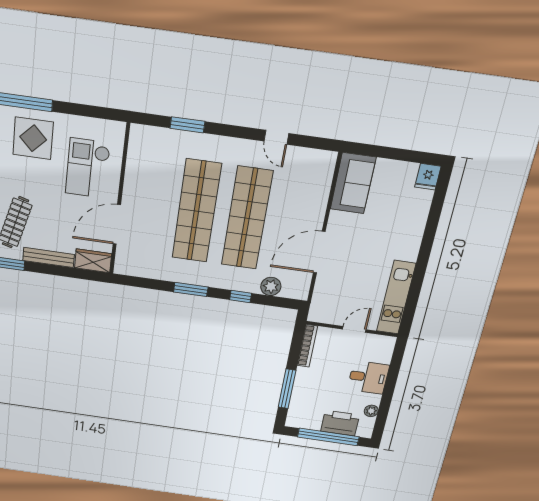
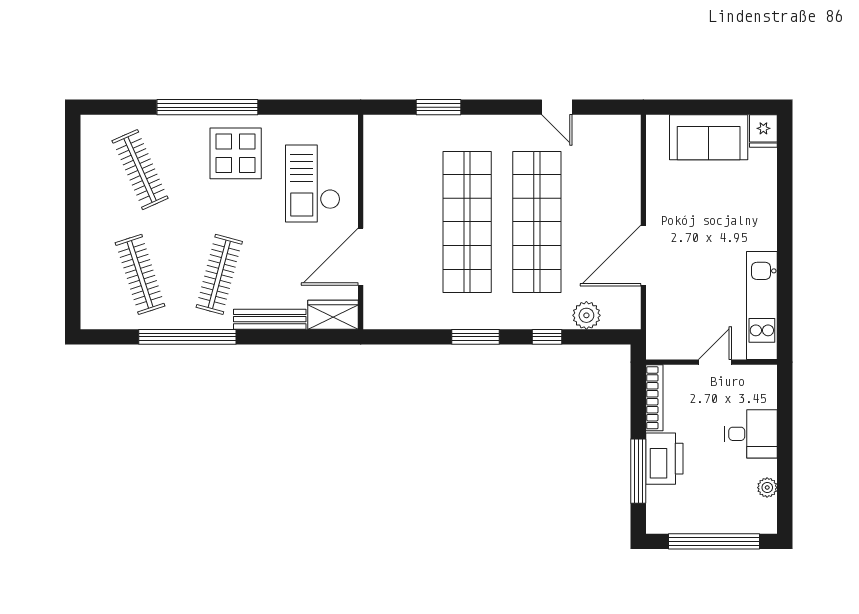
sofa: (353, 183) -> (709, 137), moved, turned 90
printer: (340, 423) -> (664, 459), moved, turned 90

